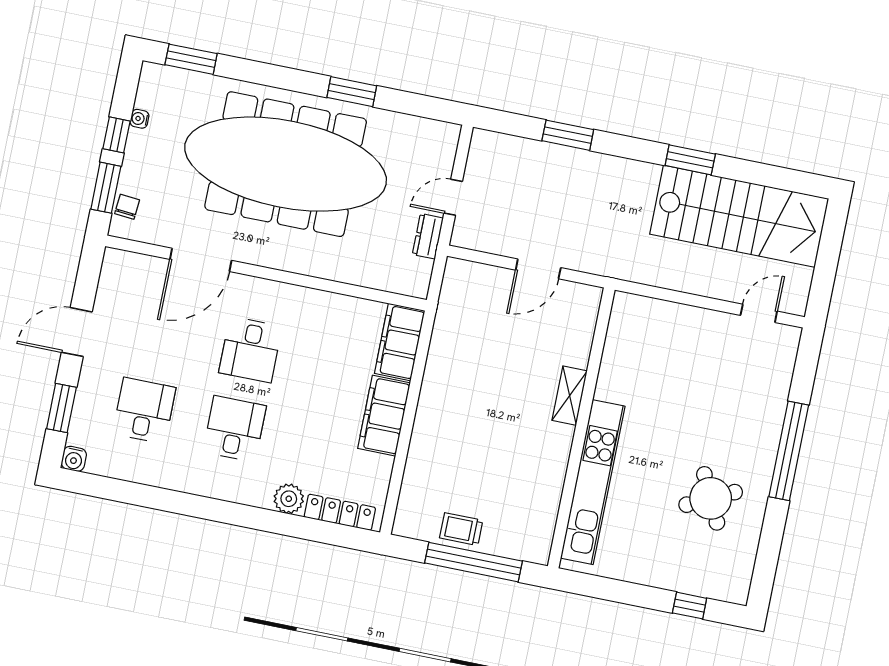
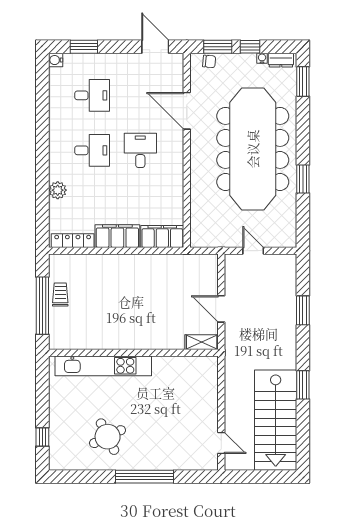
dresser: (428, 236) -> (281, 60), moved, turned 180
door: (77, 332) -> (155, 47), moved
desk: (251, 350) -> (140, 150), turned 90
shelving: (570, 396) -> (202, 342), moved
locker: (340, 512) -> (73, 241), moved, turned -90

